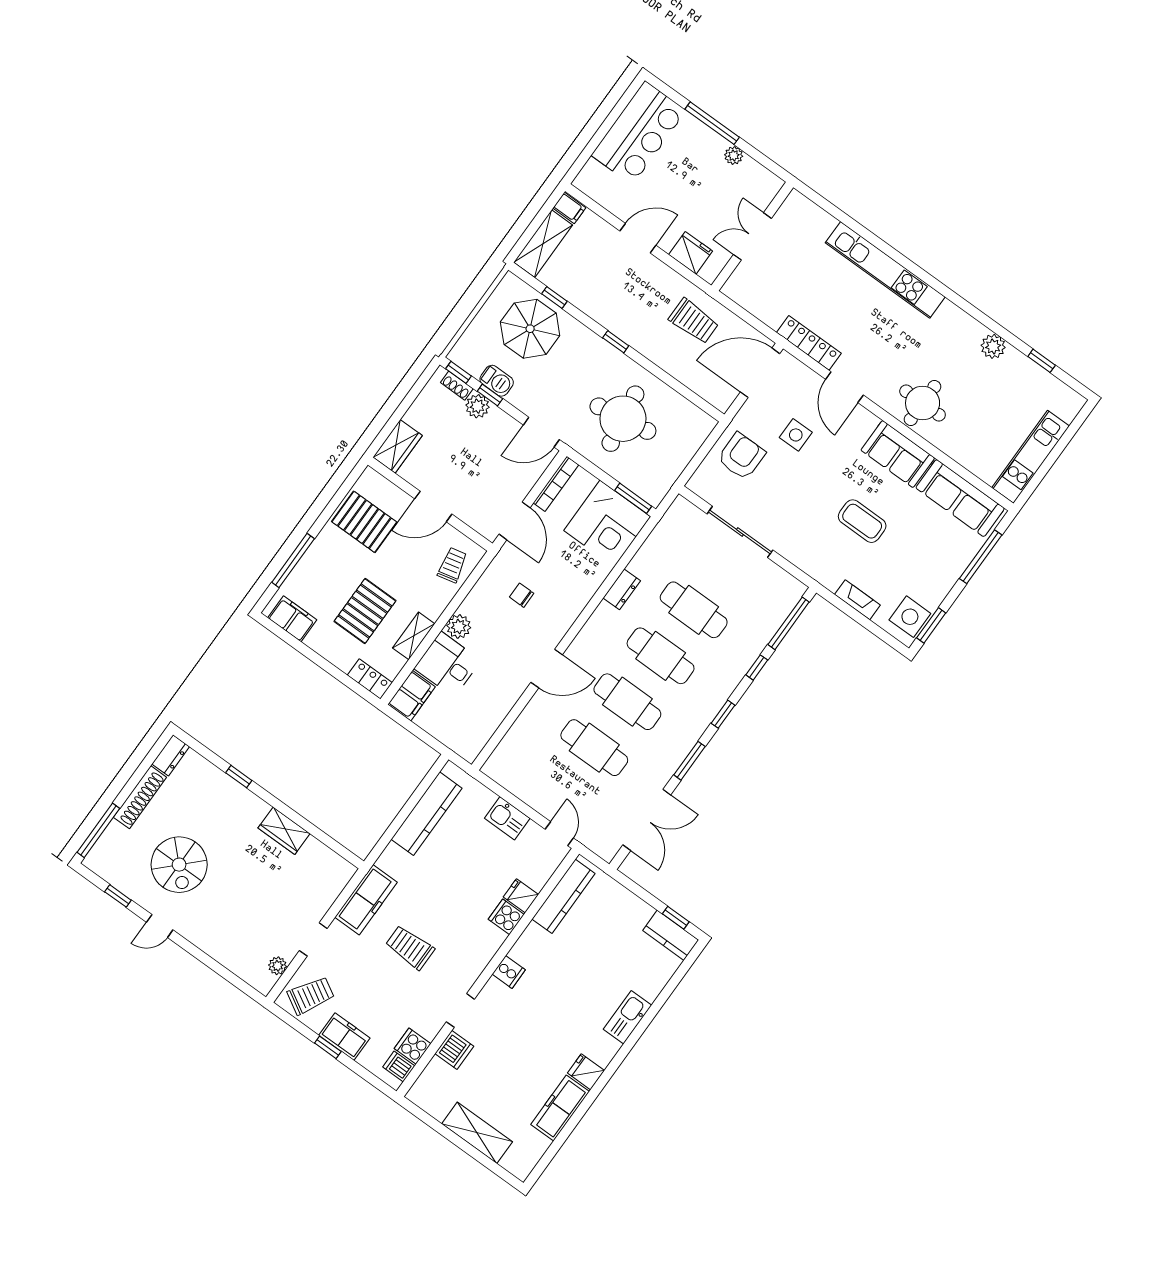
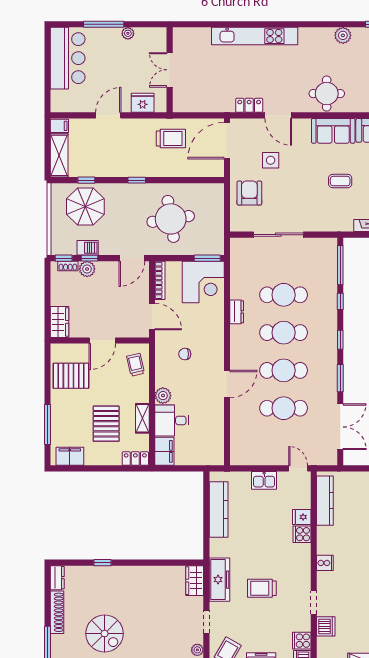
locker: (809, 343) -> (249, 105), width x0.66
coffee table: (862, 521) -> (340, 181), width x0.73, depth x0.77
wardrobe: (284, 831) -> (195, 581), moved, turned 90

